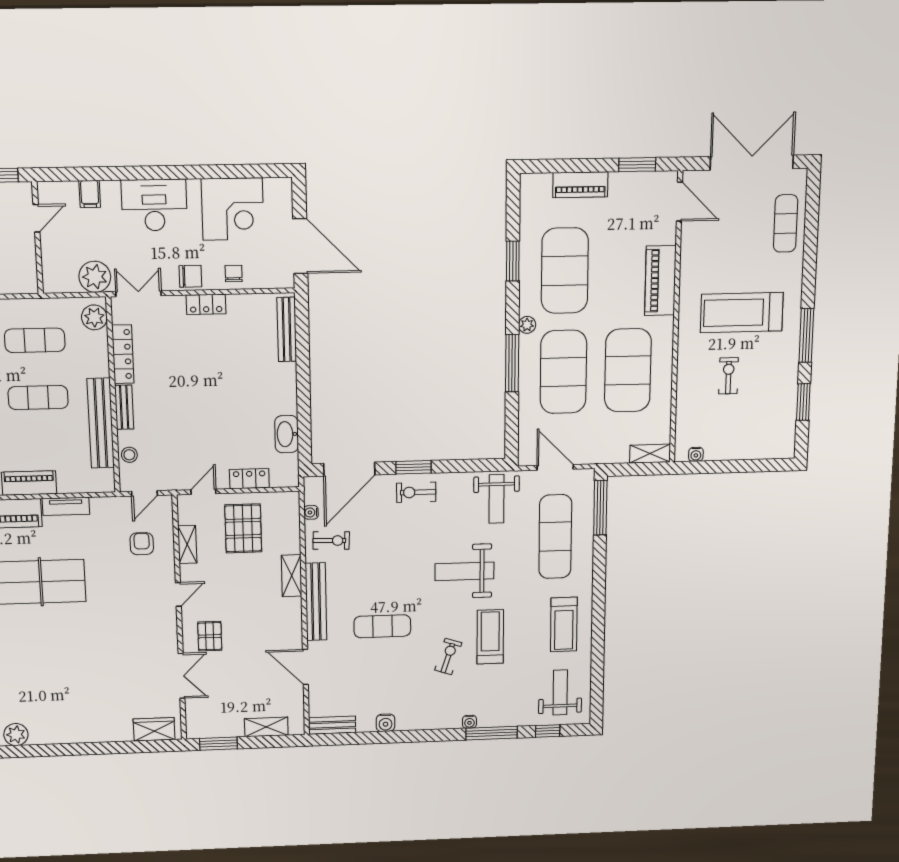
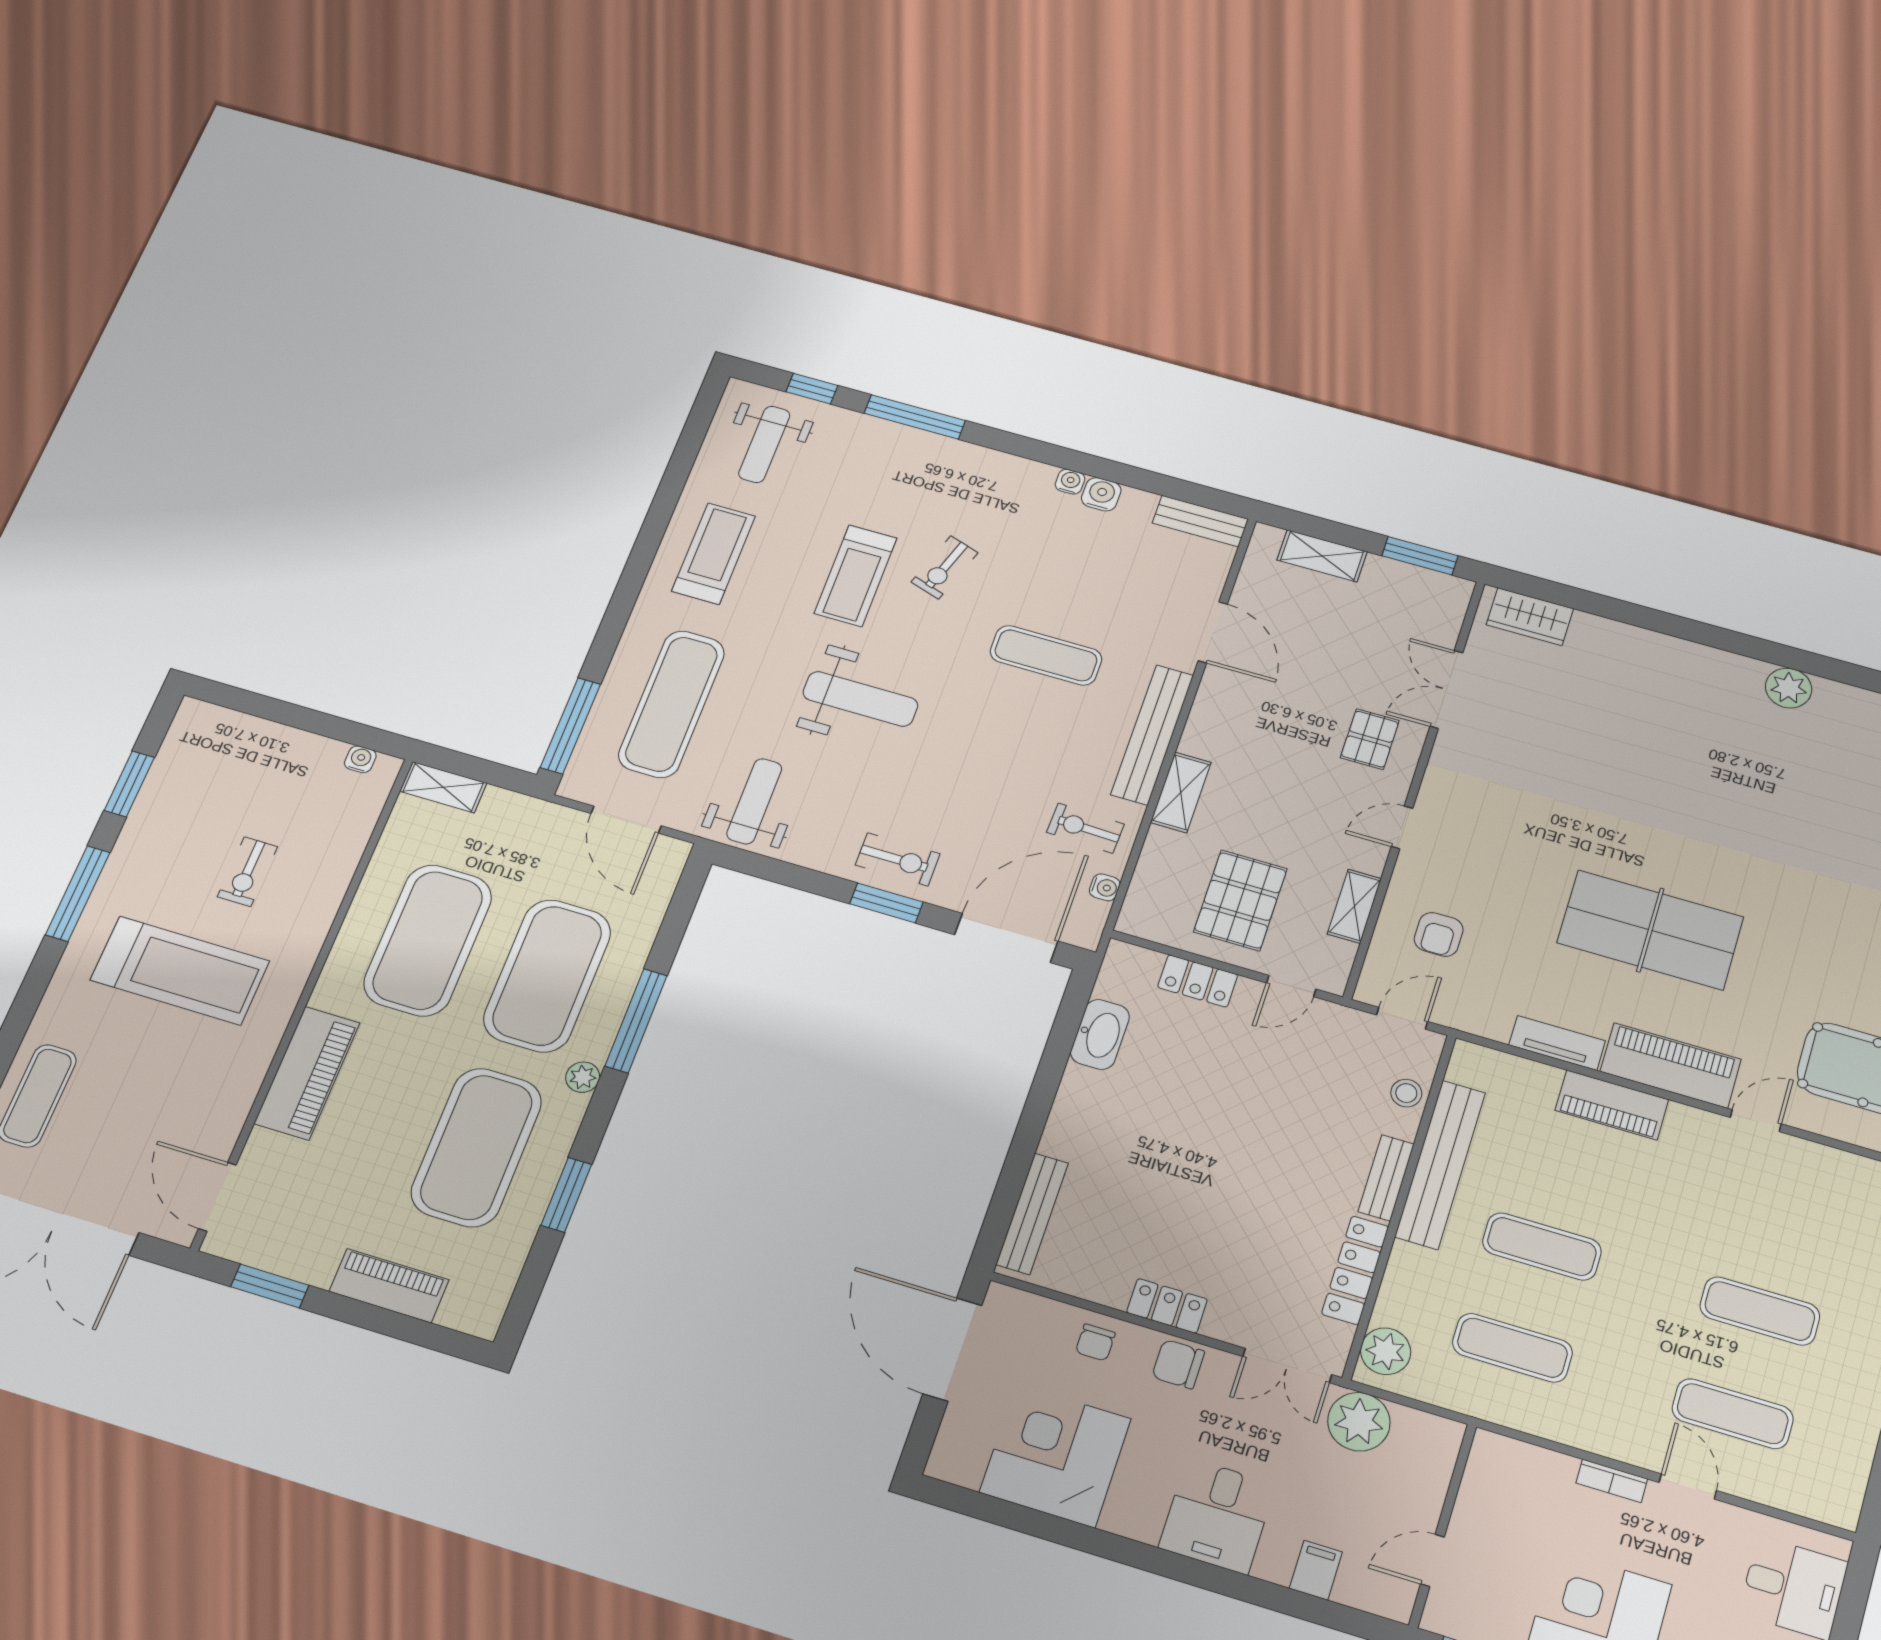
desk: (154, 205) -> (1217, 1516), width x0.73
water cooler: (469, 722) -> (1070, 482), moved

